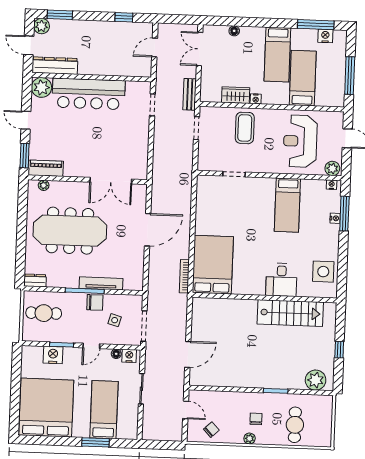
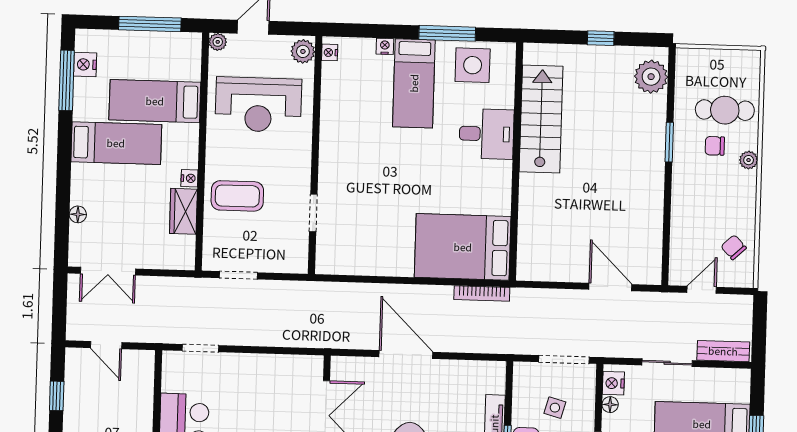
bench: (190, 94) -> (723, 351), moved
plant: (339, 117) -> (218, 42), added
bed: (287, 205) -> (414, 83), moved, turned 90
window: (344, 214) -> (447, 33), moved
chair: (256, 419) -> (715, 146), moved
plant: (250, 438) -> (749, 160), moved

